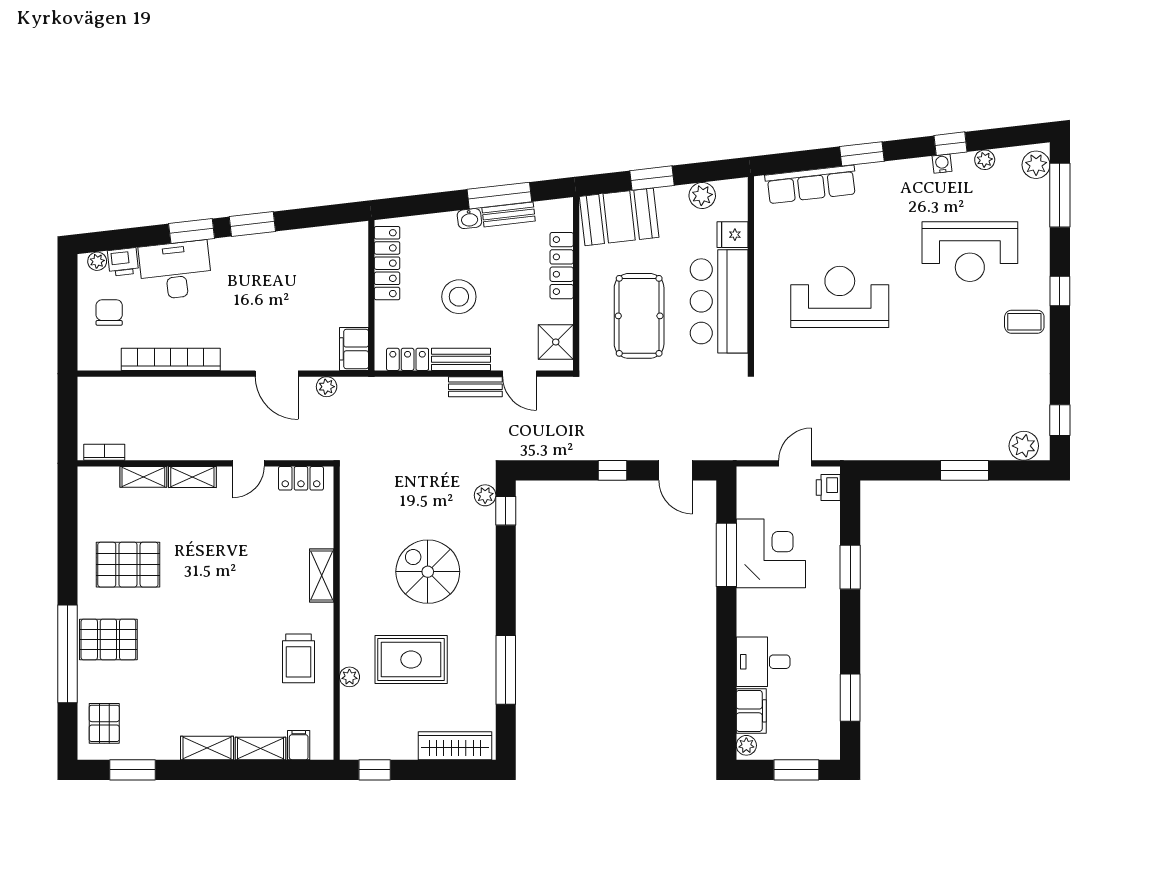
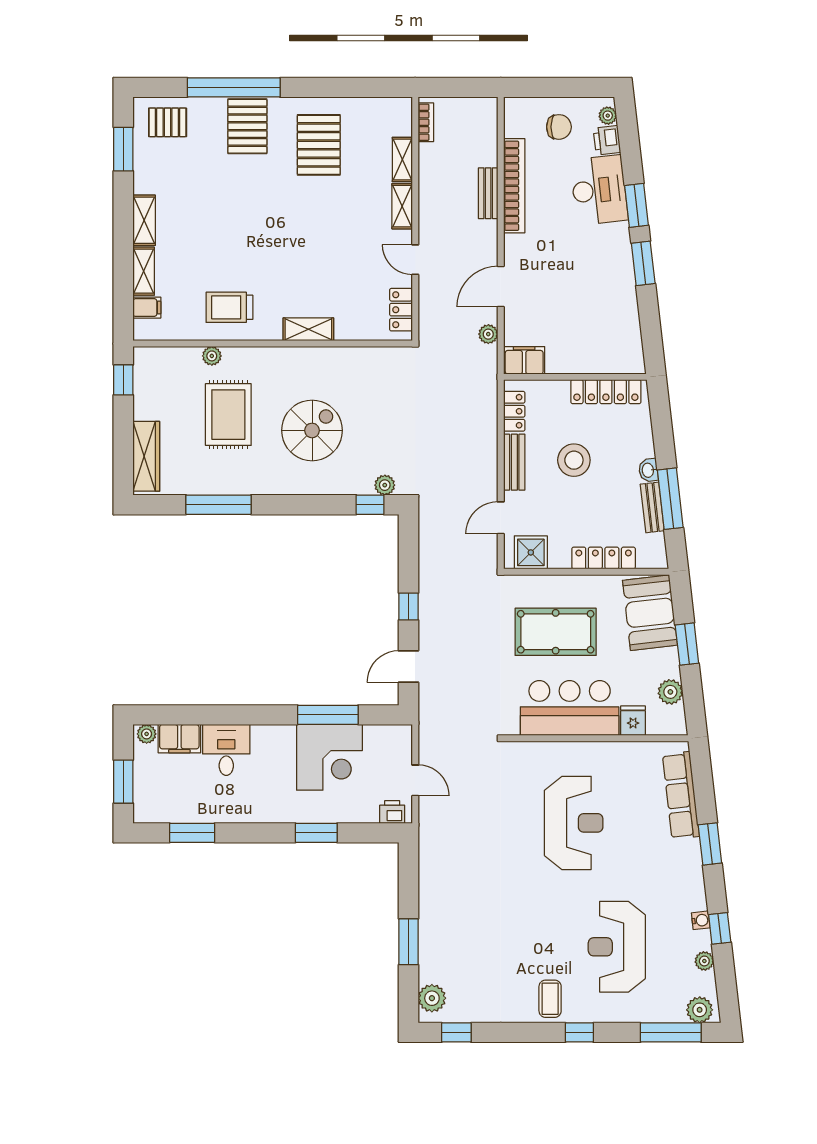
bench: (475, 387) -> (488, 193), moved

